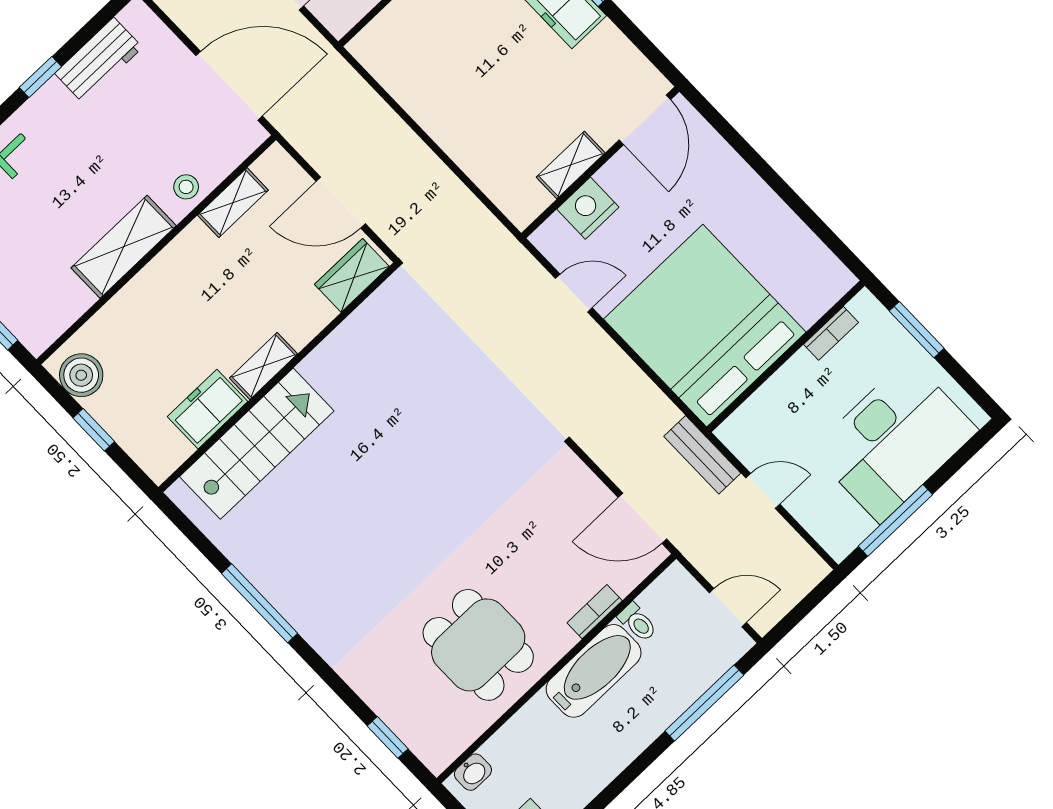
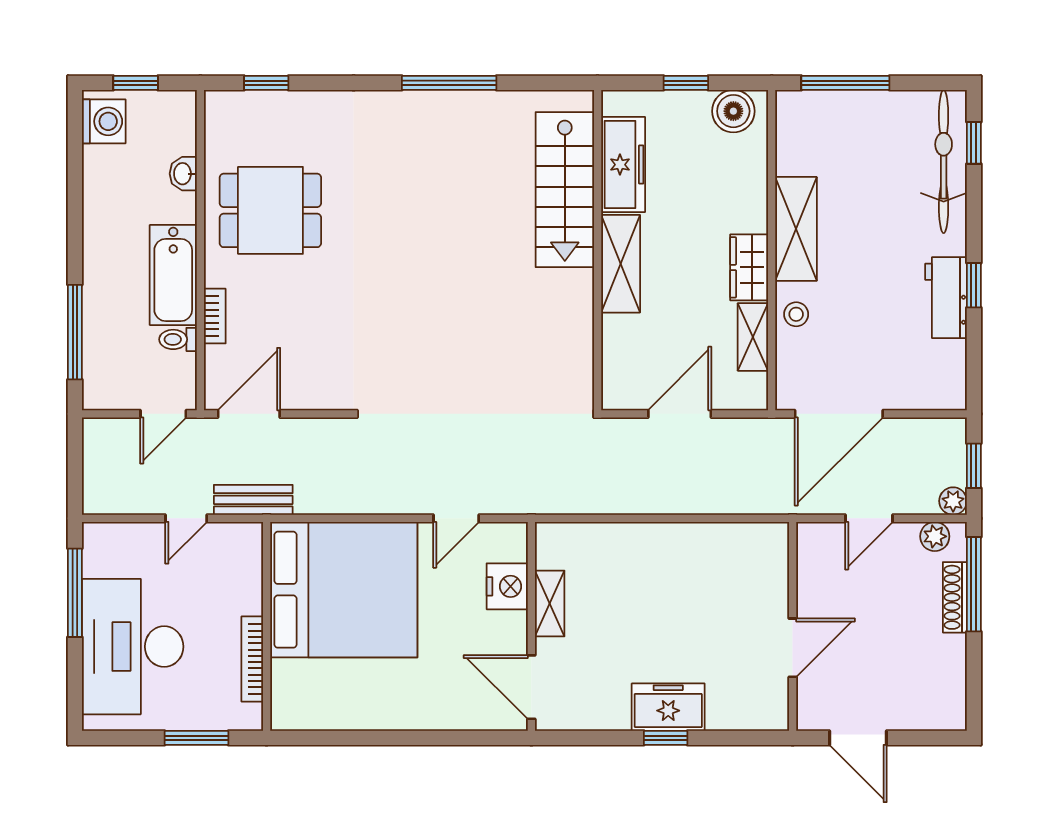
workbench: (99, 60) -> (946, 298), moved
wardrobe: (352, 275) -> (749, 267), moved, turned 180
bookcase: (831, 333) -> (252, 659), width x1.56
shelving: (263, 366) -> (621, 264), width x1.50, depth x1.33
freezer: (207, 409) -> (623, 165), width x1.40
door: (728, 608) -> (163, 414), moved
washbasin: (473, 772) -> (183, 174), moved

